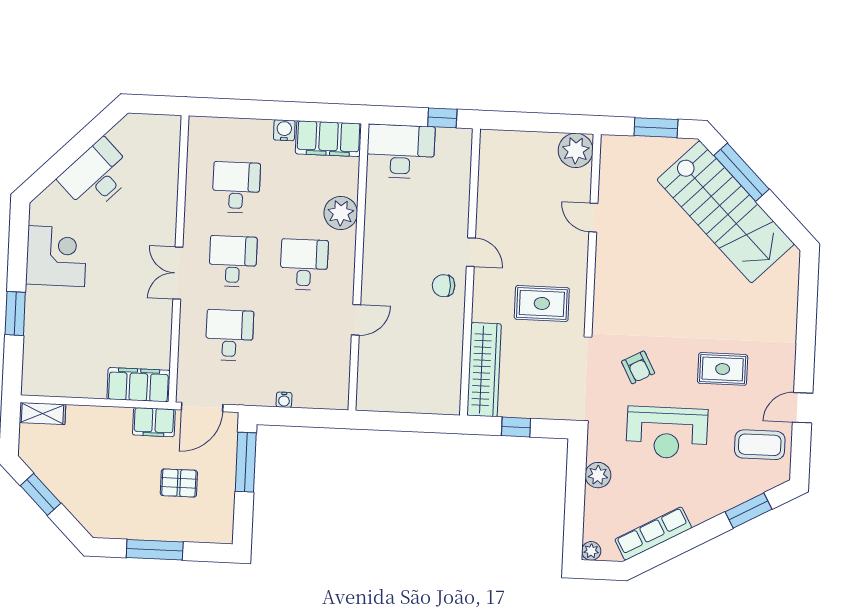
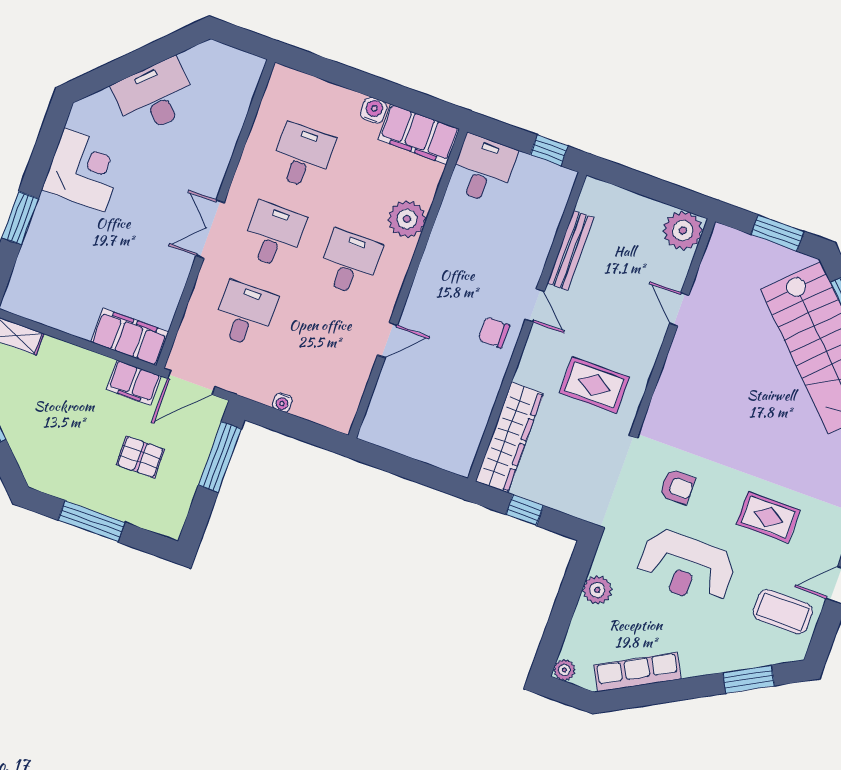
desk: (401, 151) -> (483, 169), width x0.73
bench: (486, 197) -> (570, 250), added
armchair: (638, 367) -> (677, 487), turned -62

